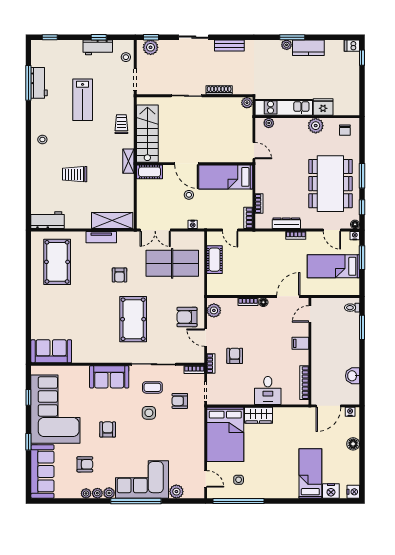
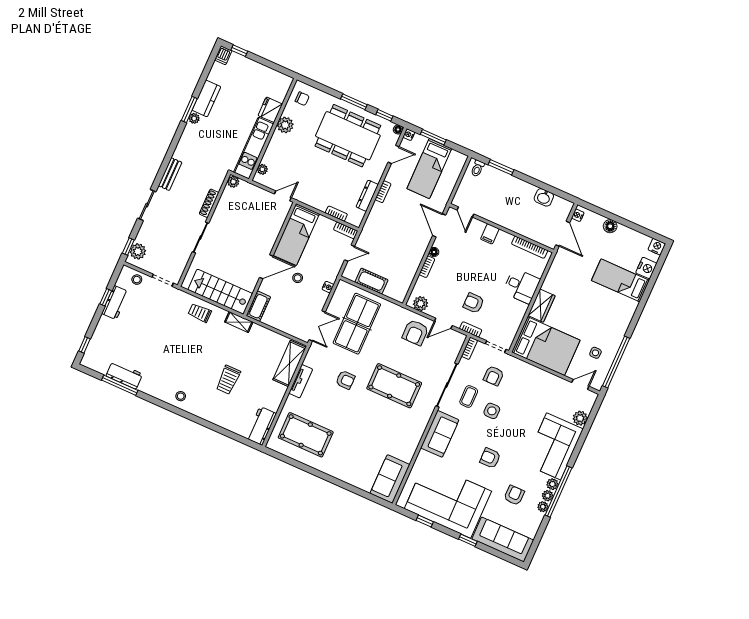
lab bench: (83, 100) -> (159, 340), removed
window: (136, 501) -> (559, 492), moved

